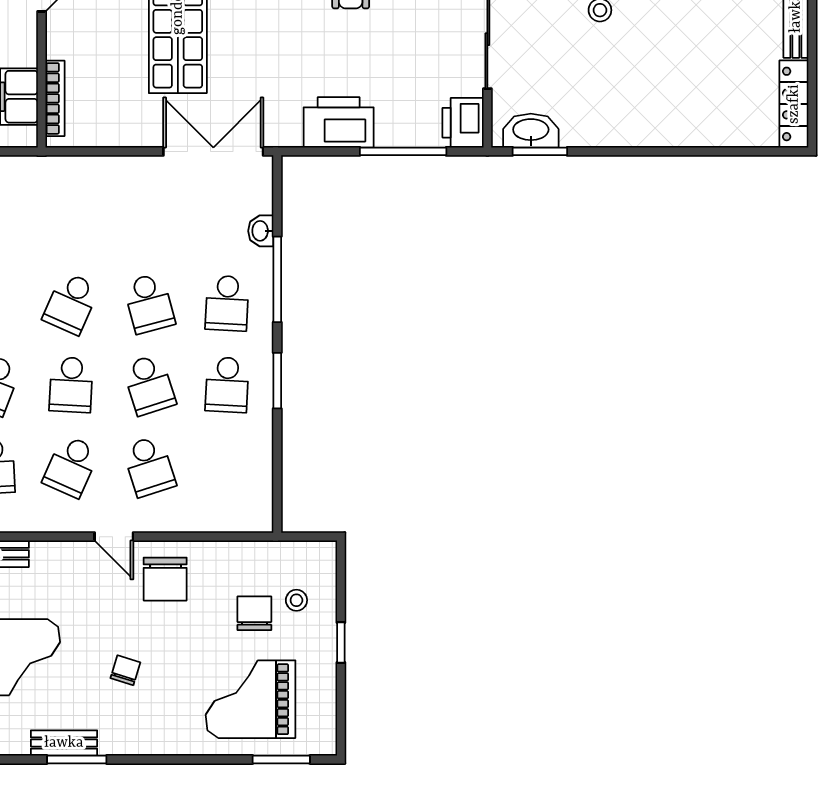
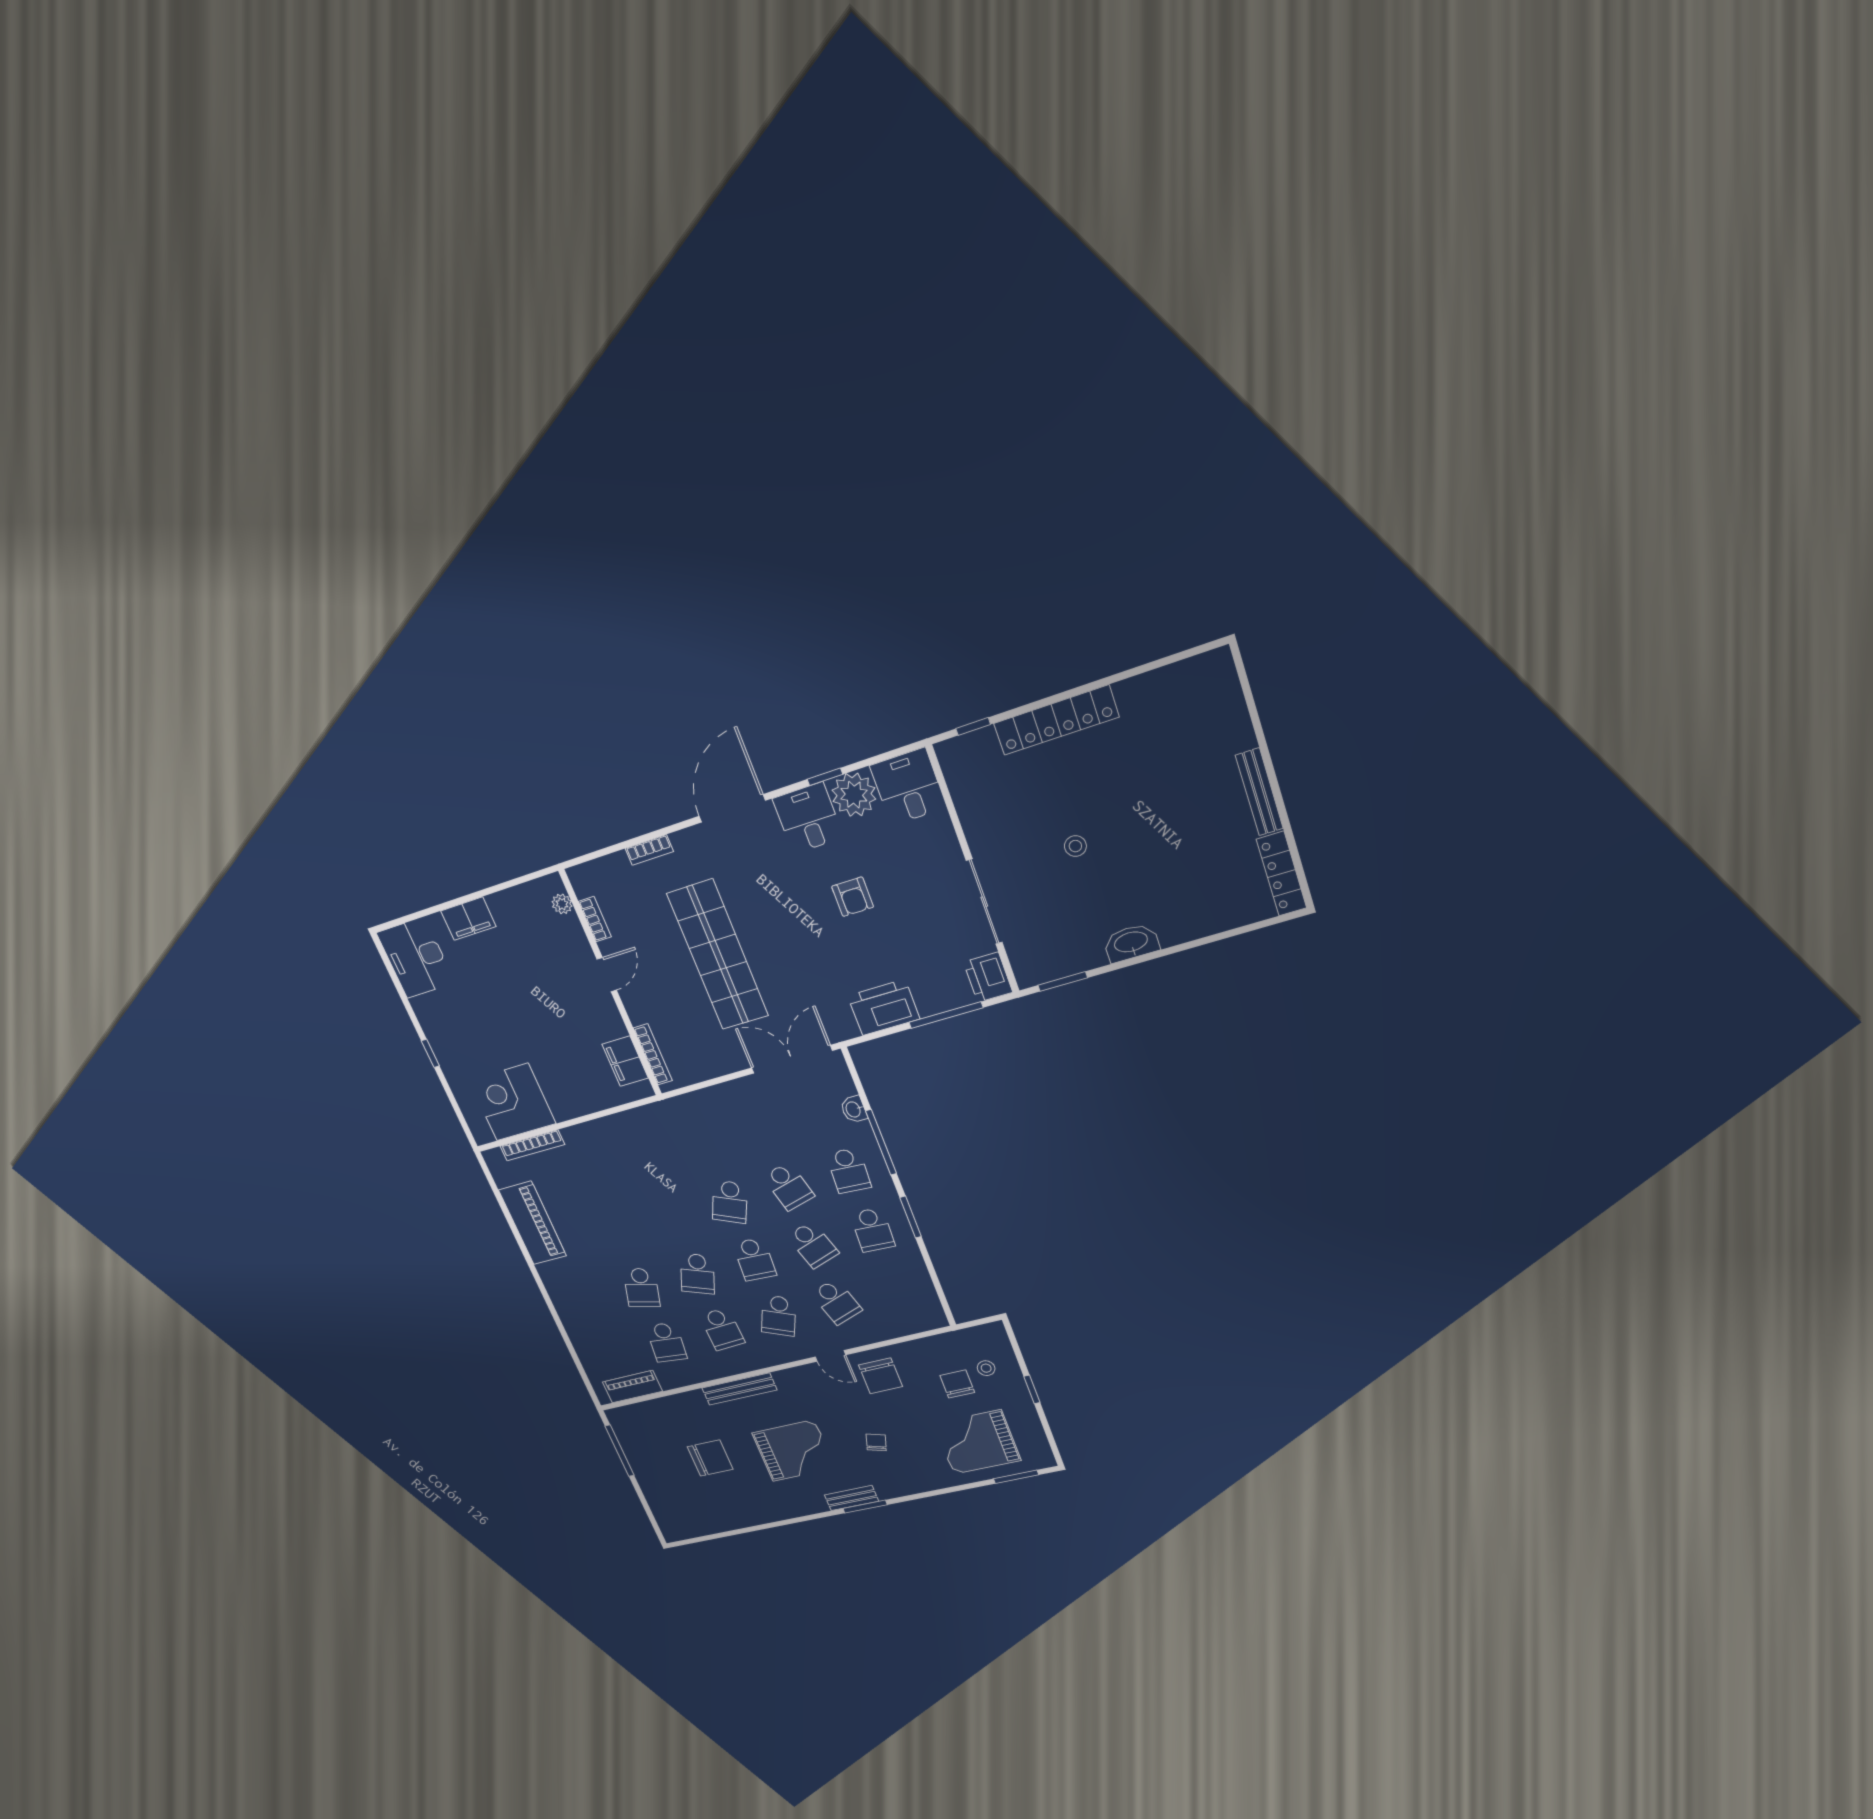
washbasin: (531, 131) -> (1131, 943), moved

